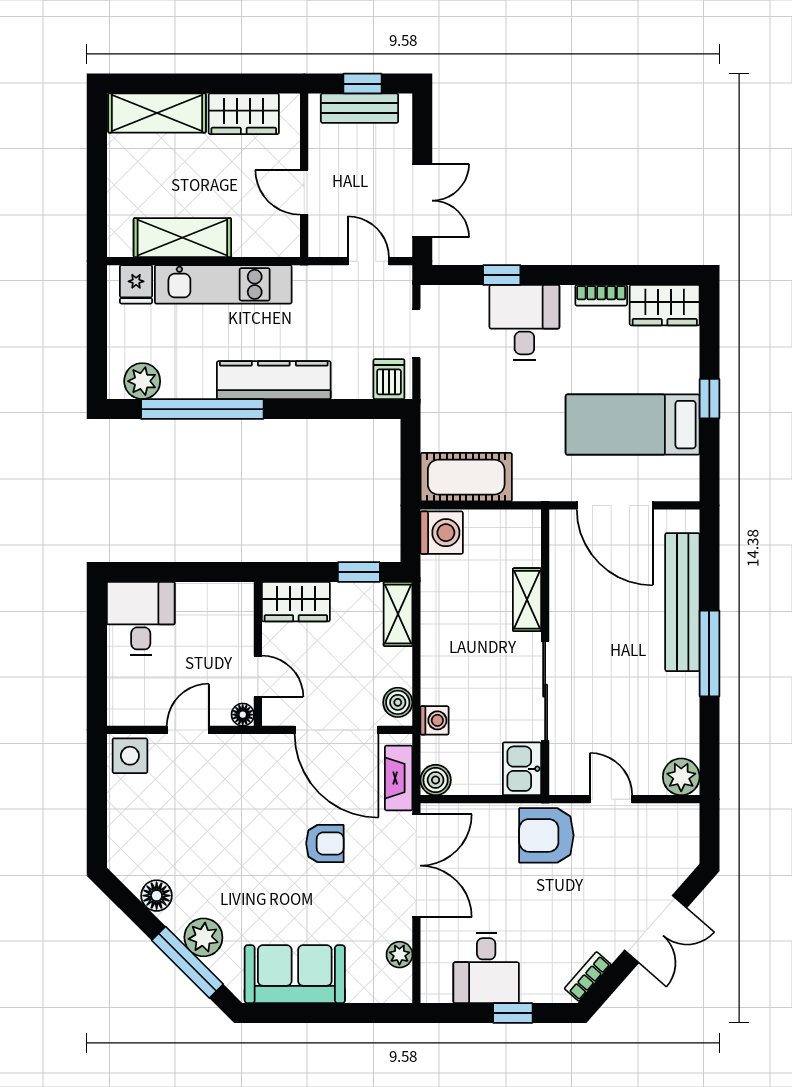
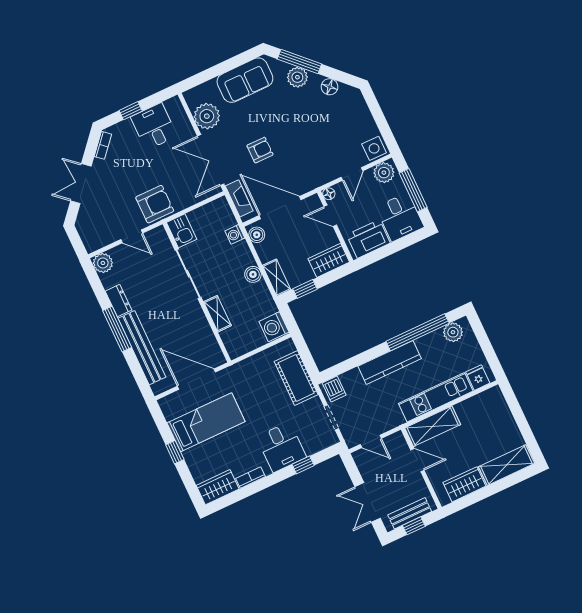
double door: (422, 201) -> (368, 502), moved
shelving: (182, 238) -> (433, 426), moved
cot: (466, 477) -> (296, 378), moved, turned 90
printer: (212, 607) -> (368, 239), added
window: (97, 654) -> (413, 190), added
dresser: (685, 701) -> (119, 301), added
plant: (132, 707) -> (384, 173), added
boiler: (436, 780) -> (253, 274), moved
armchair: (325, 843) -> (260, 150), turned 180
plant: (399, 955) -> (207, 116), width x1.88, depth x1.88

